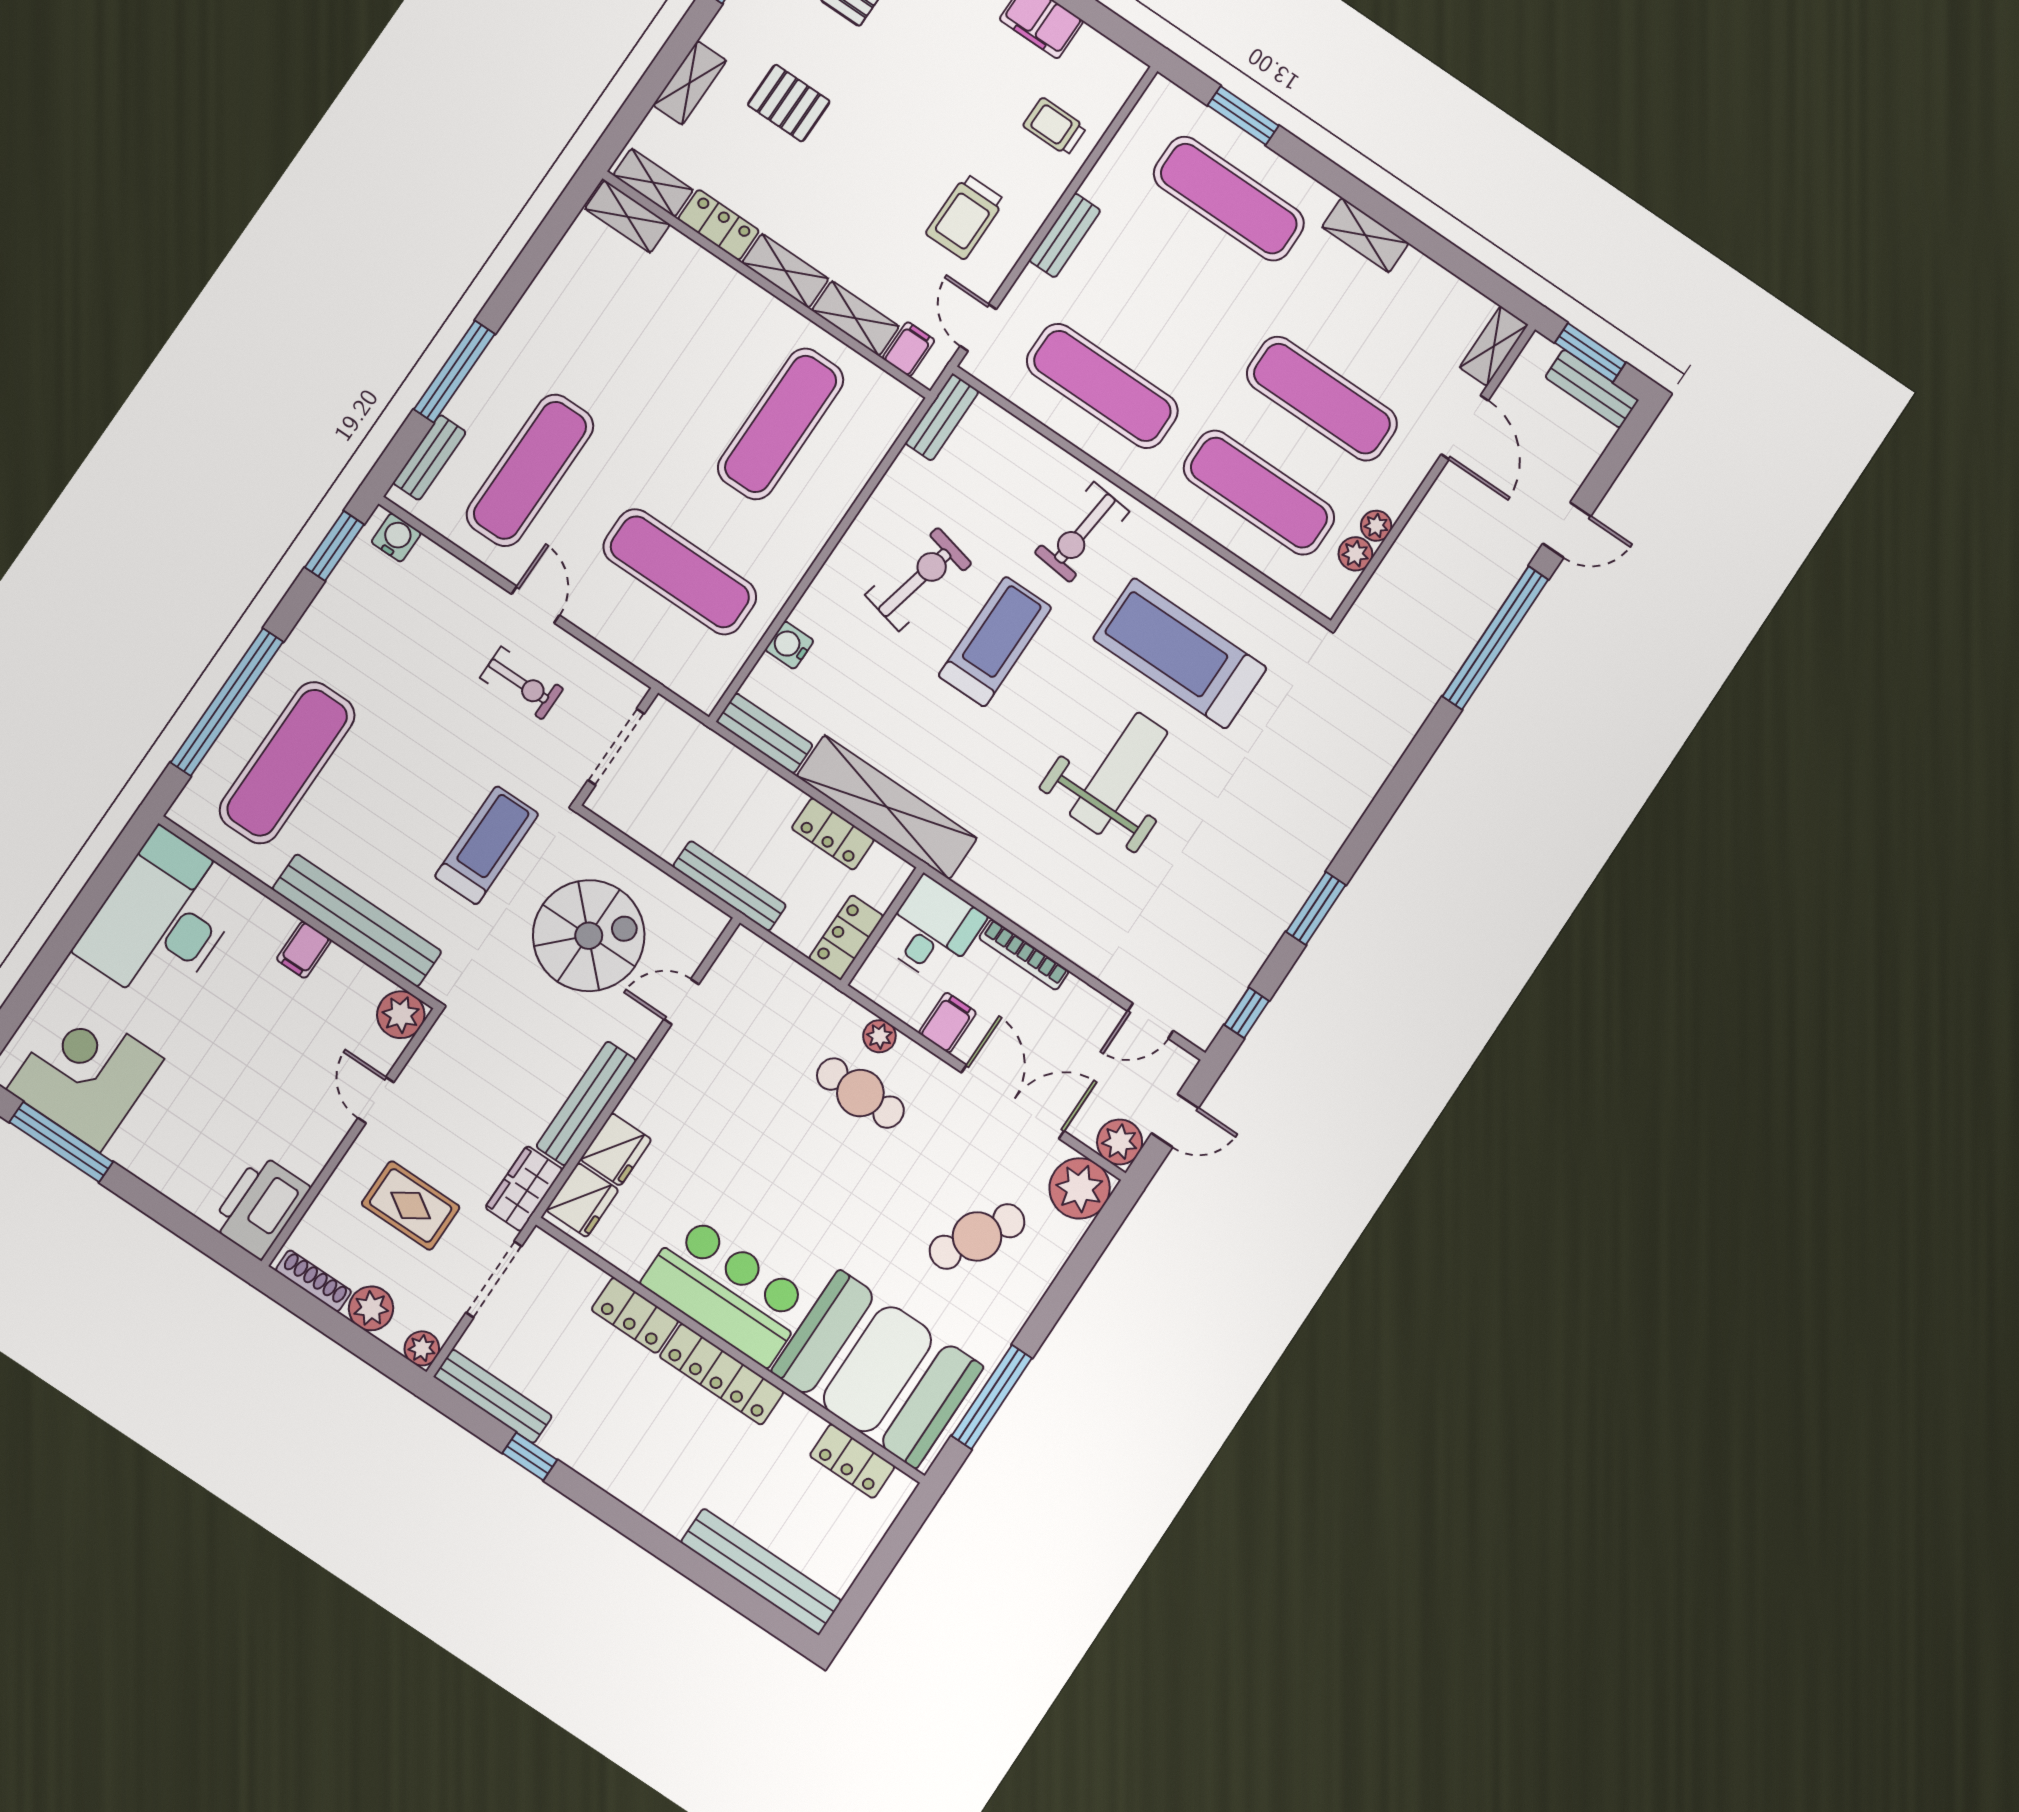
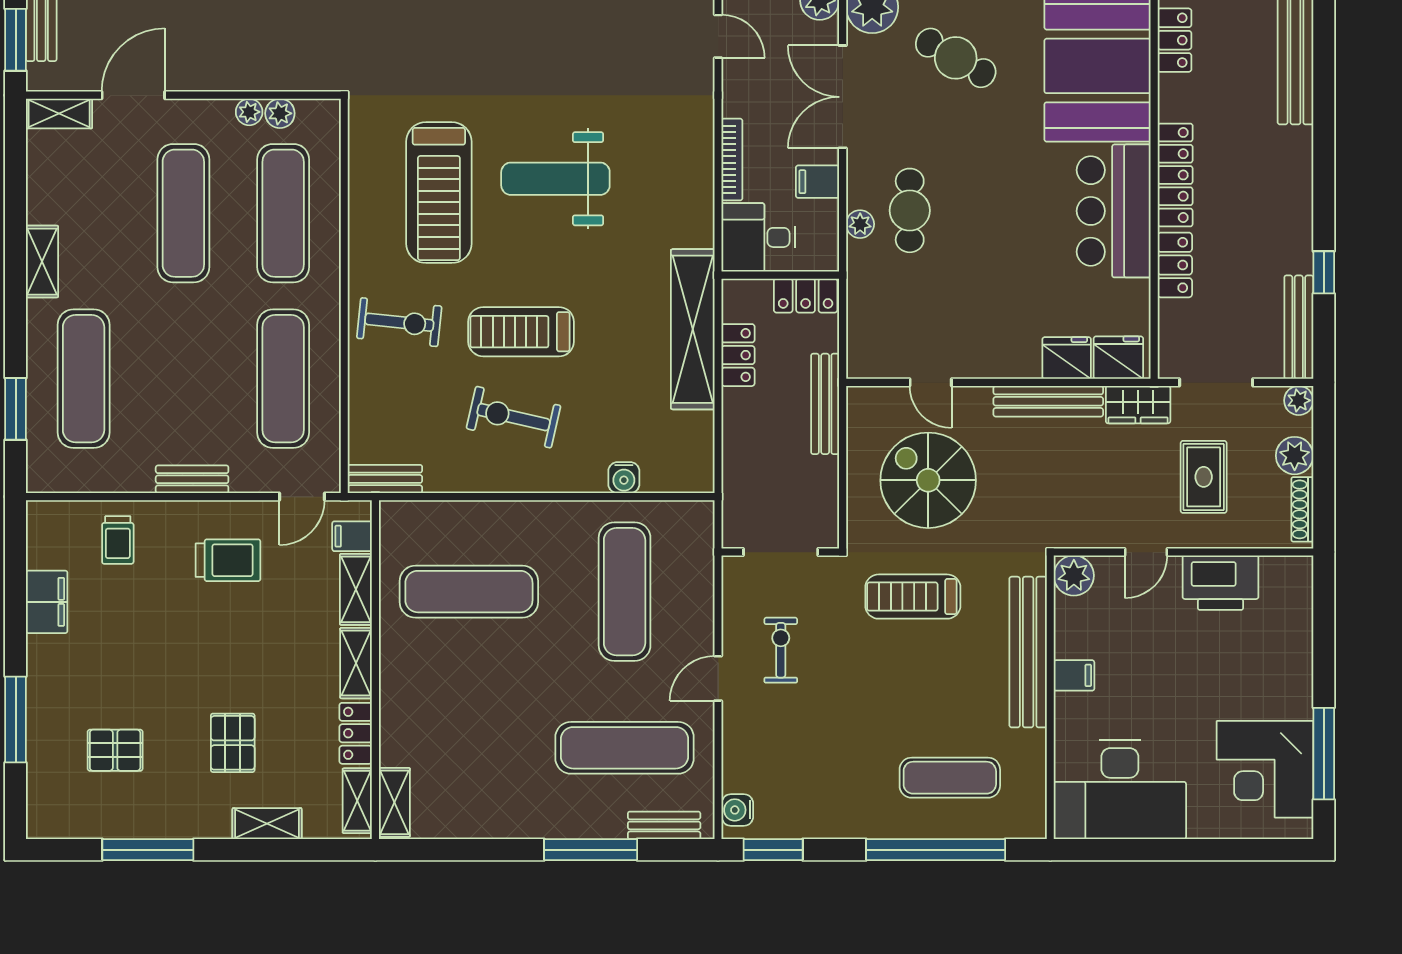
bench: (765, 733) -> (699, 453), removed
exercise mat: (287, 763) -> (950, 778), width x0.73, depth x0.69
printer: (260, 1207) -> (1221, 583), moved

